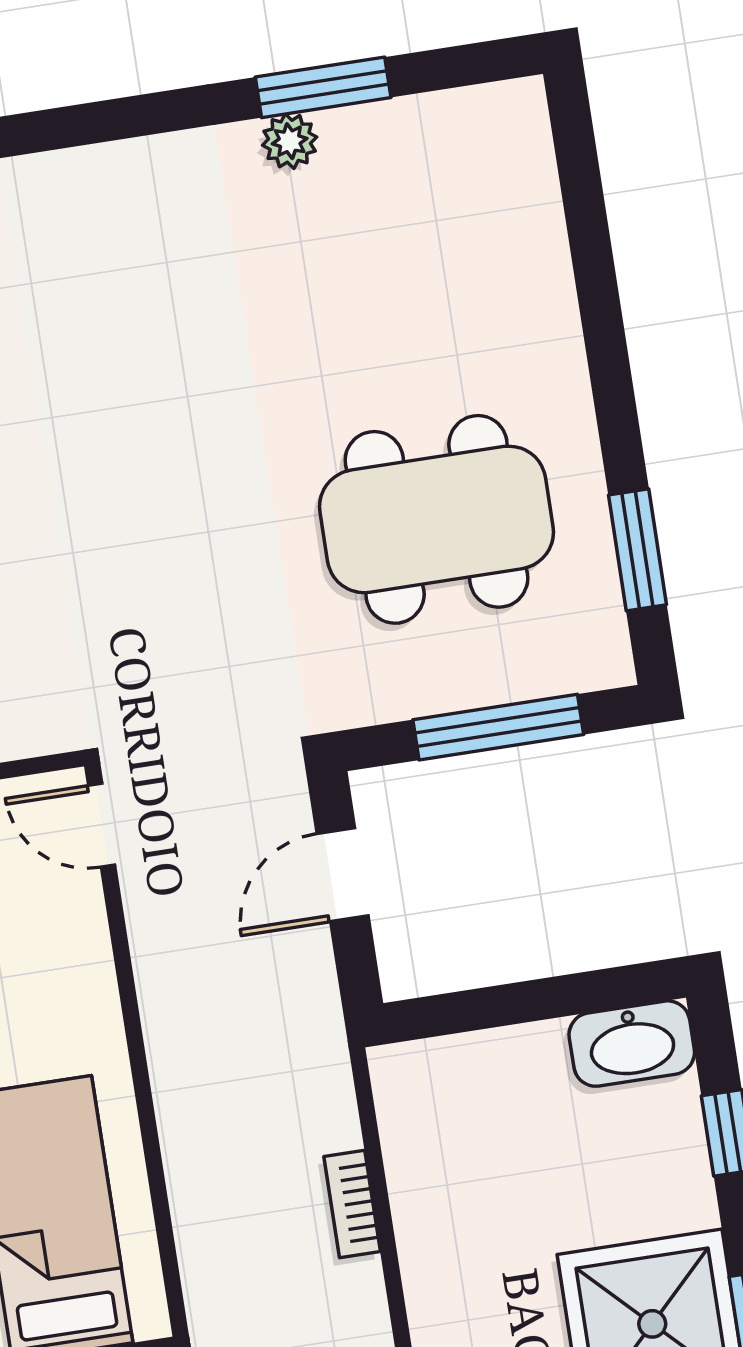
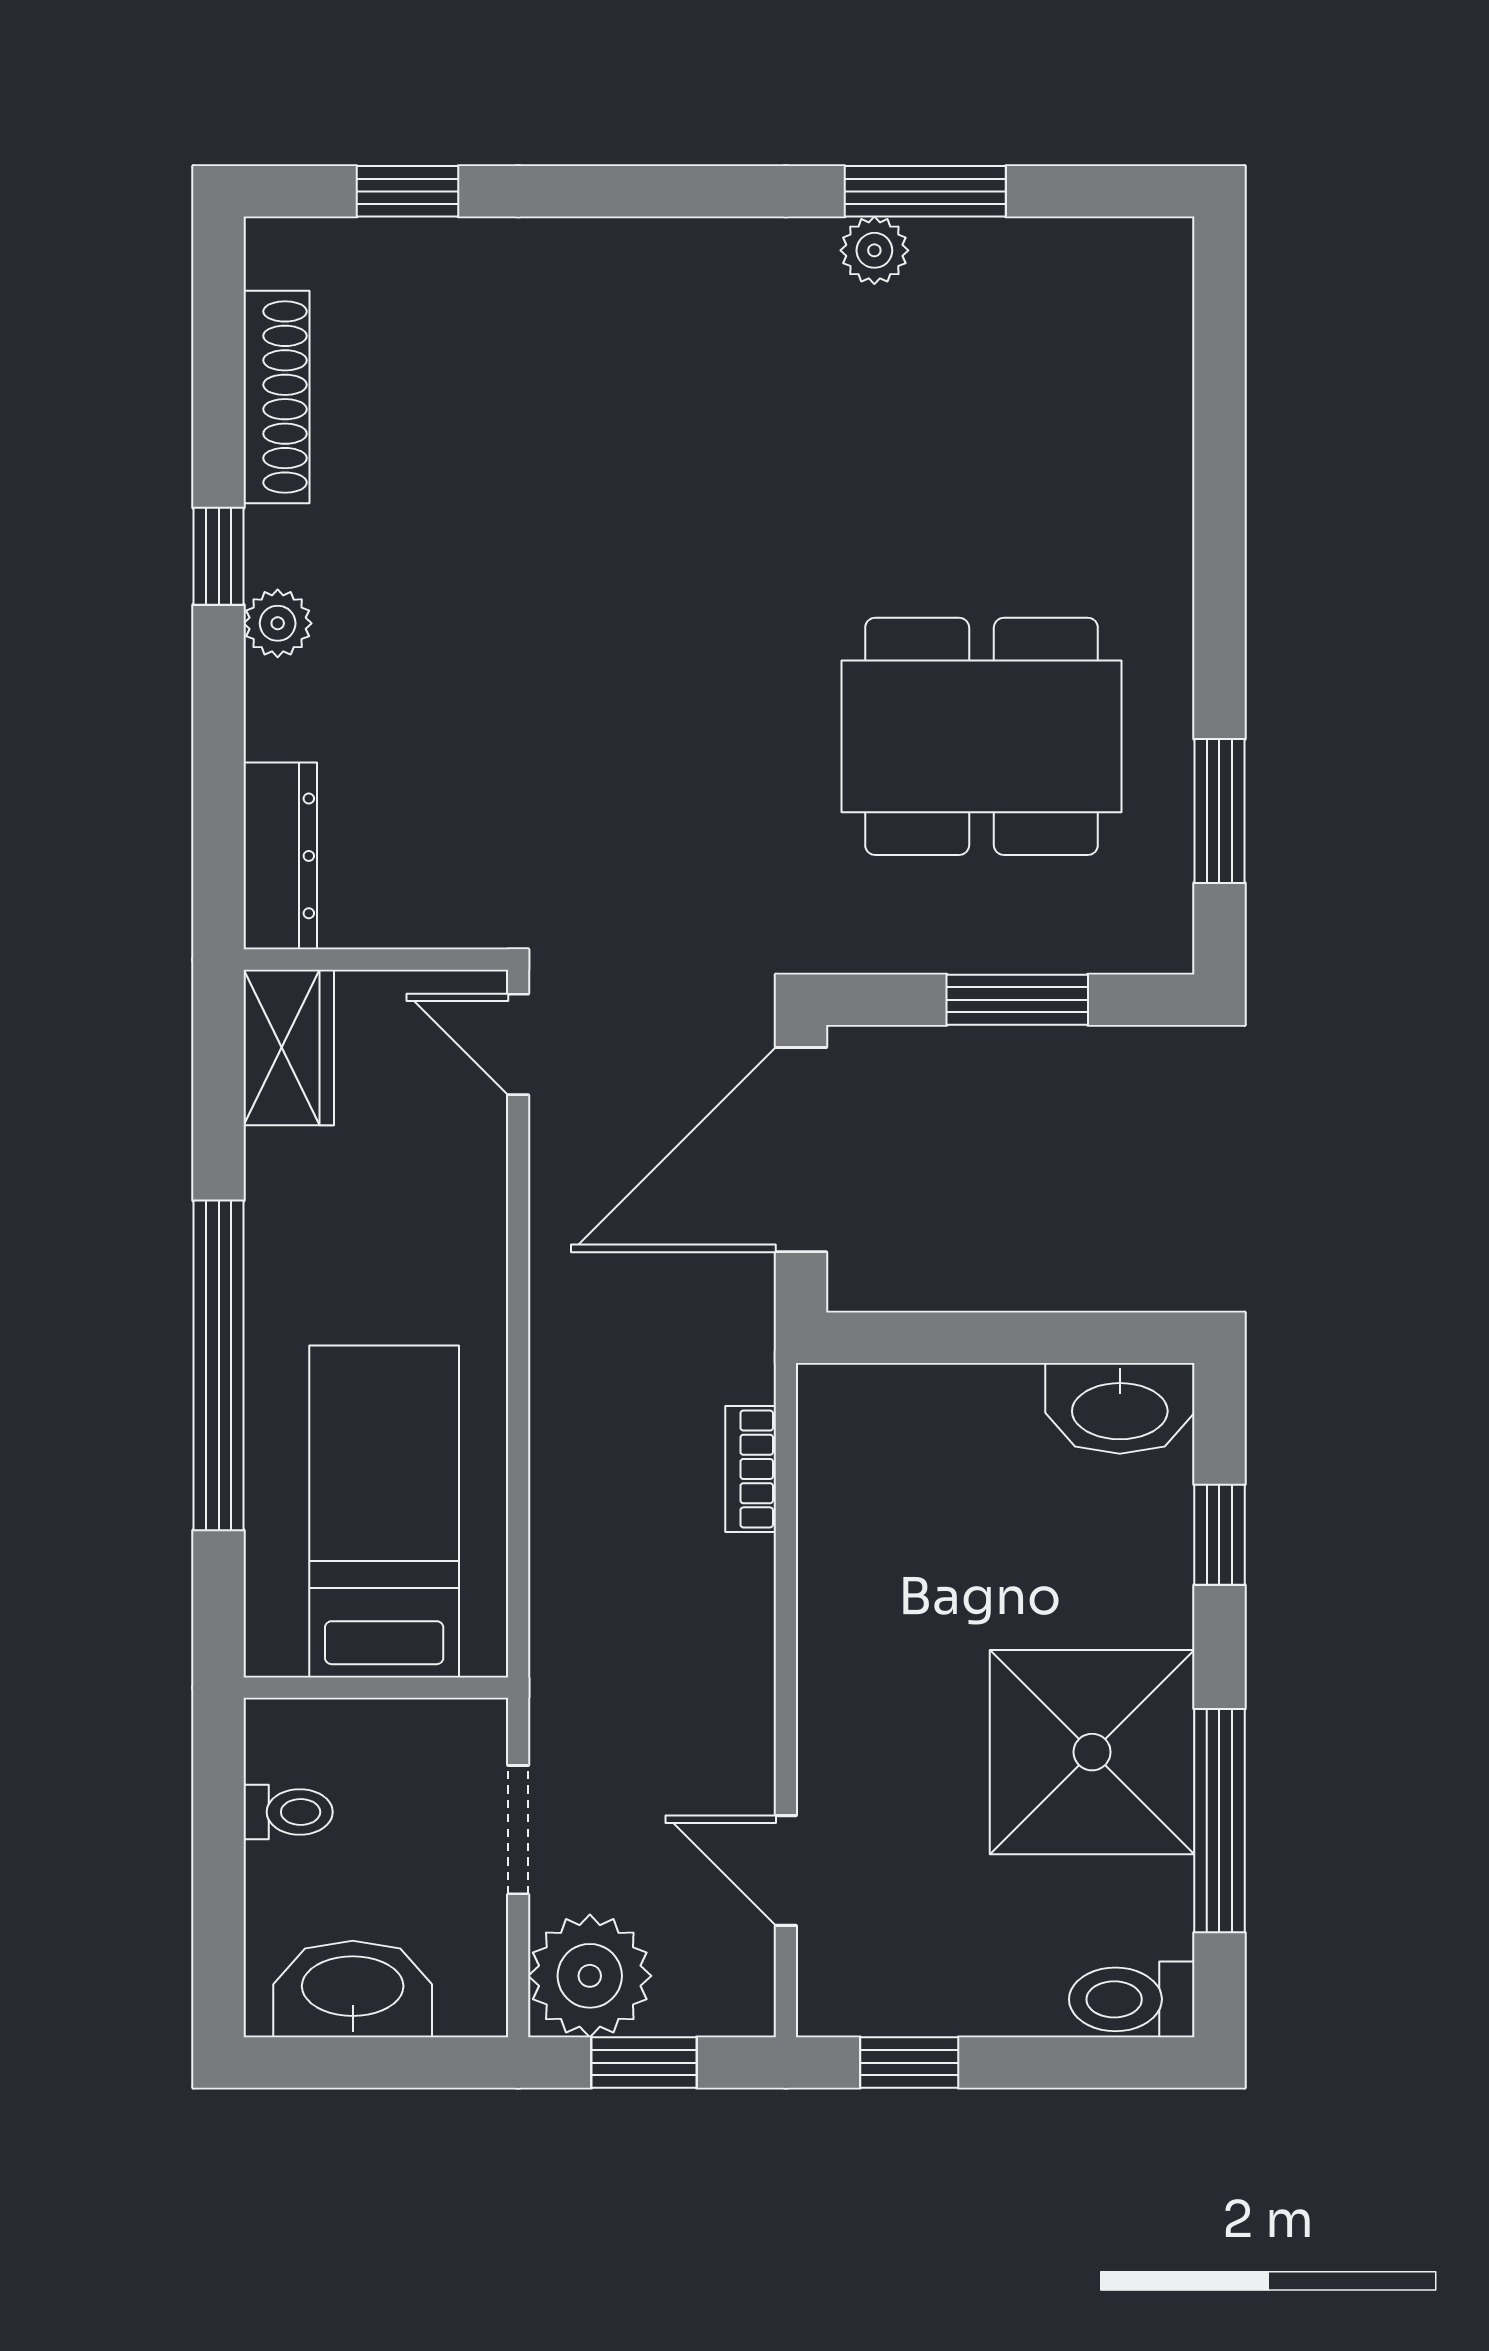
window: (498, 727) -> (1017, 1000), width x0.69
door: (343, 875) -> (801, 1150), width x1.88
bookcase: (352, 1204) -> (751, 1469), moved

